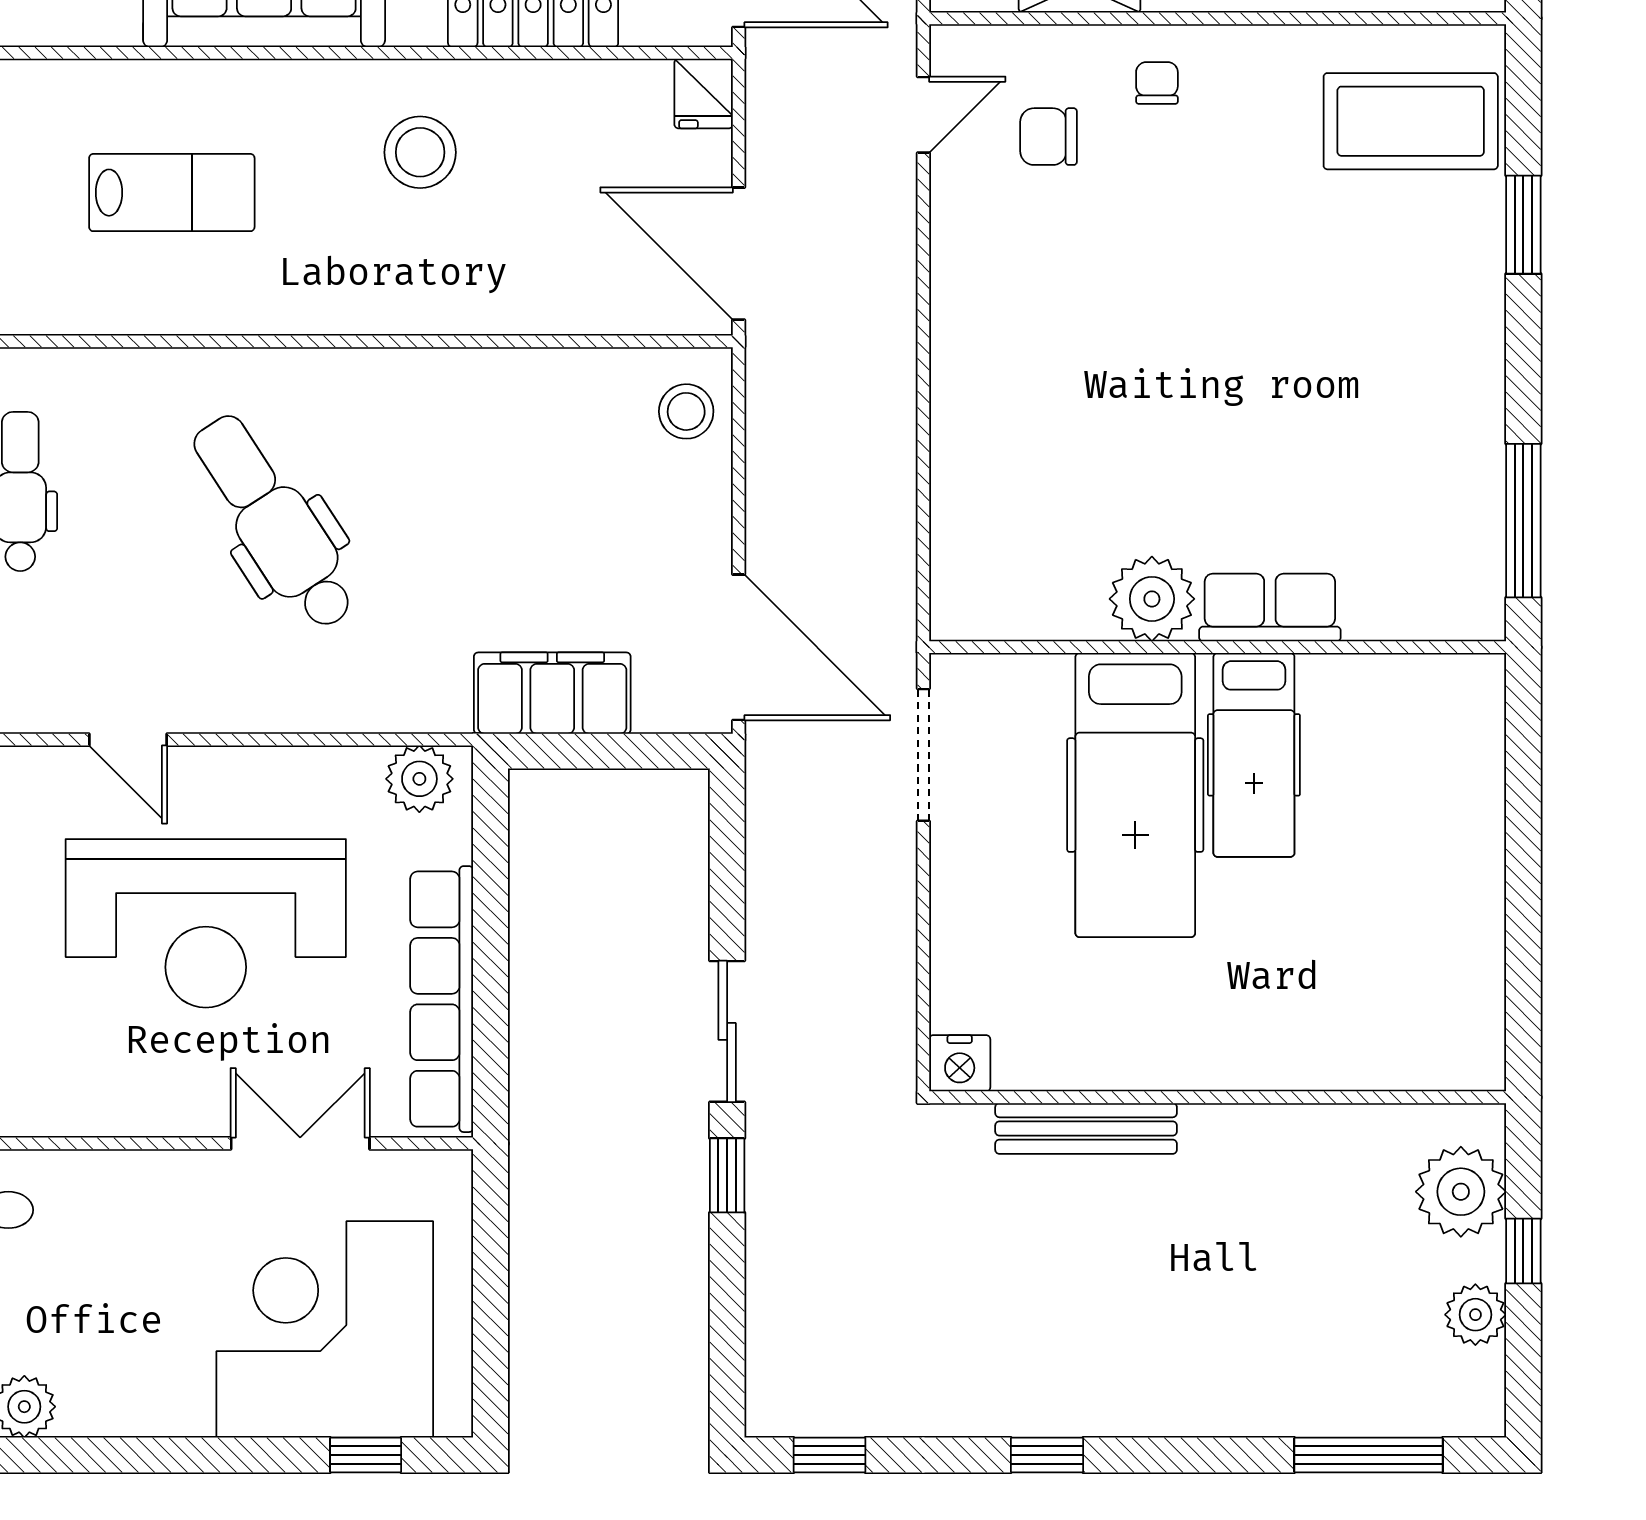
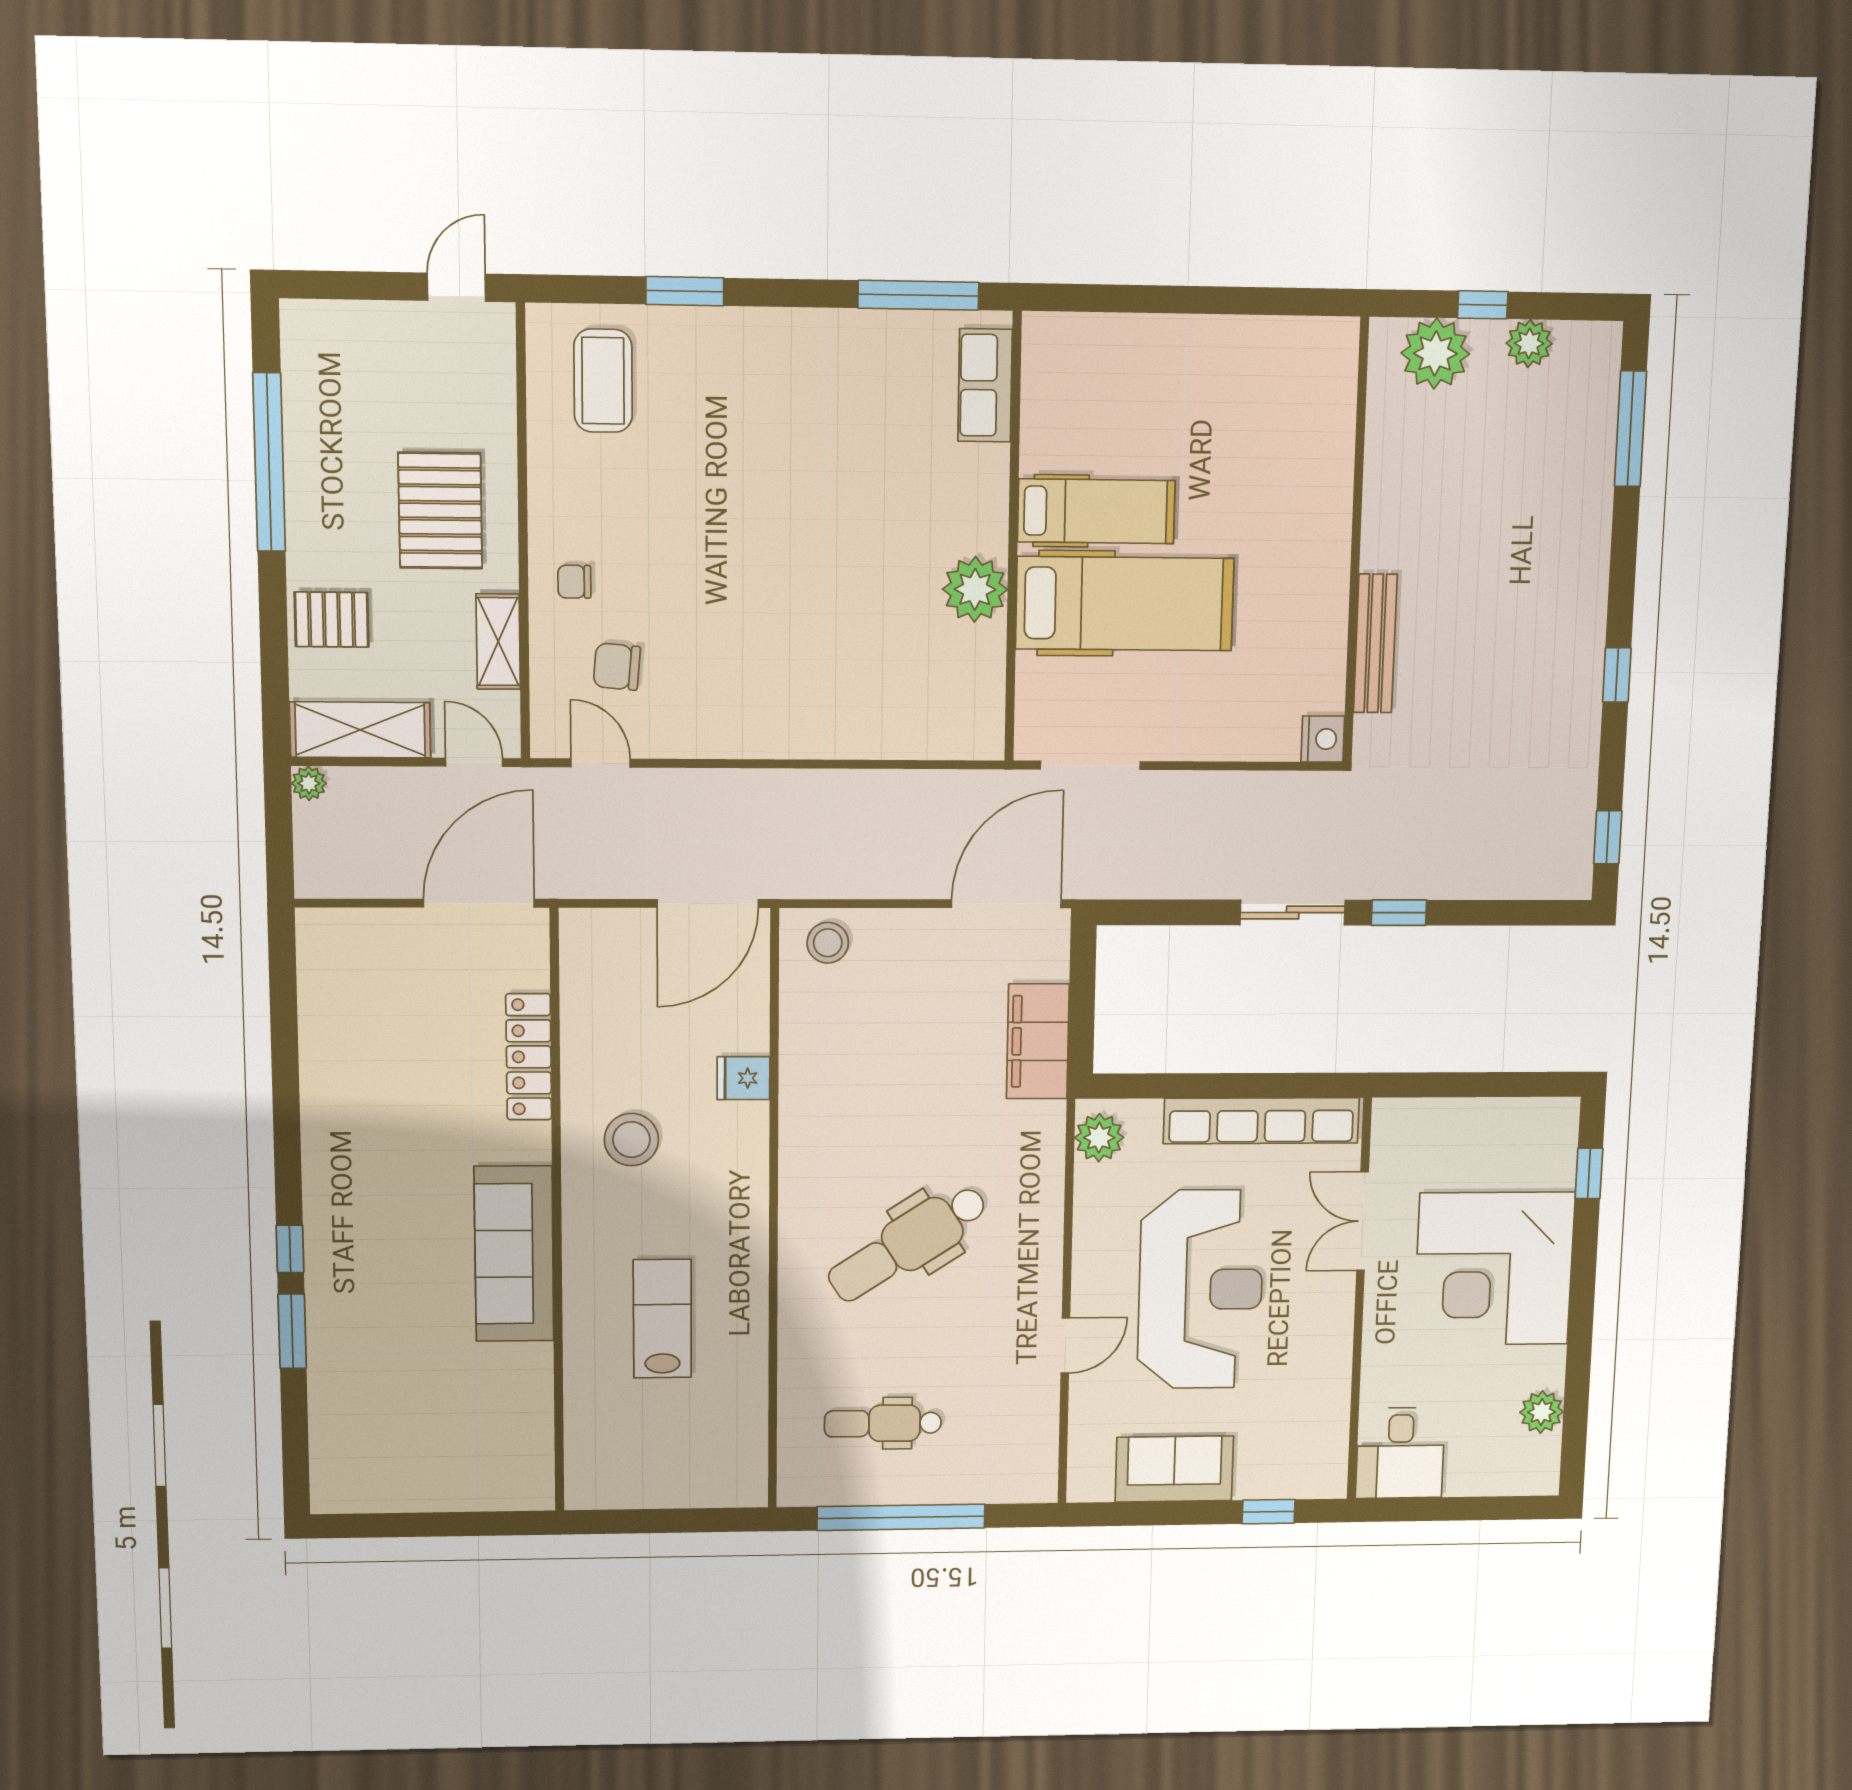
fridge: (704, 94) -> (743, 1078), moved, turned 180
coffee table: (1411, 121) -> (603, 381), width x0.73, depth x0.76
chair: (1049, 137) -> (617, 667), turned 95
row of seats: (1270, 608) -> (985, 385), moved
corner desk: (325, 1329) -> (1494, 1269), moved

